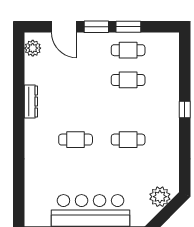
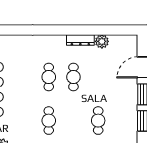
plant: (33, 48) -> (102, 41), moved
cafe table: (128, 50) -> (73, 77), moved

